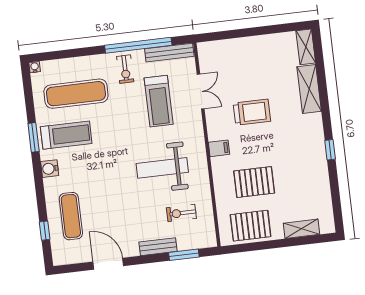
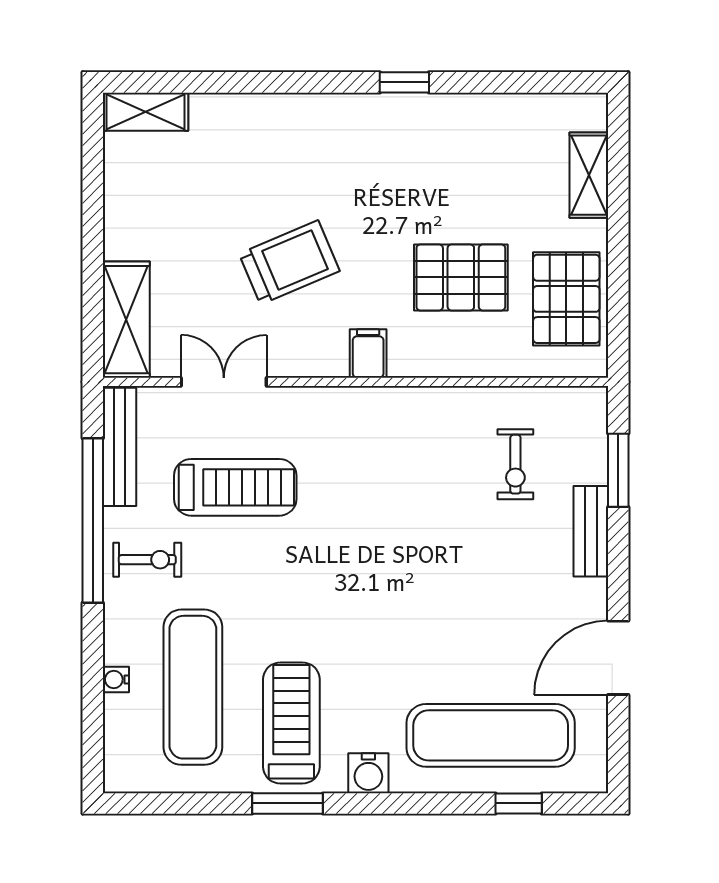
water cooler: (35, 67) -> (116, 679), moved
shelving: (309, 89) -> (126, 320), moved, turned 90
trolley: (252, 112) -> (289, 262), turned 67
weight bench: (162, 168) -> (400, 498), removed
pallet: (254, 182) -> (461, 277), turned 90
exercise mat: (71, 216) -> (491, 735), width x1.36, depth x1.45

